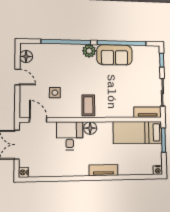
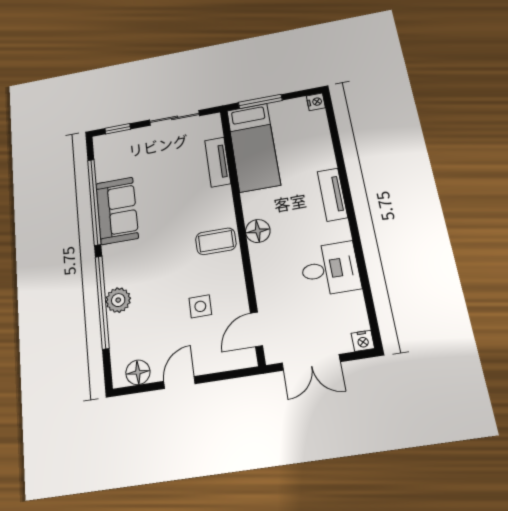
plant: (89, 51) -> (118, 300), moved
tv unit: (148, 112) -> (218, 162), moved
desk: (70, 136) -> (330, 269), moved, turned 180

